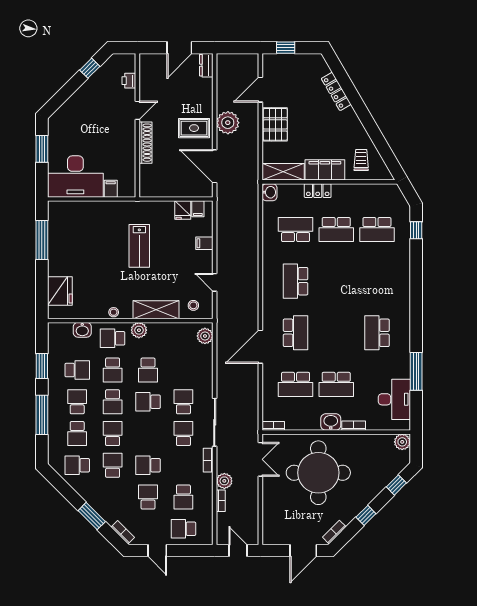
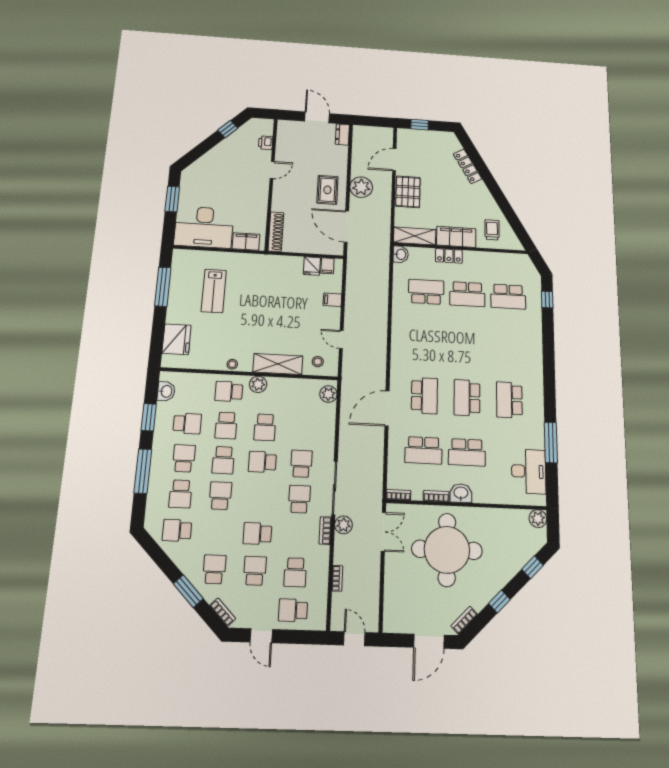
door: (179, 48) -> (317, 117), swing flipped
rug: (194, 128) -> (327, 190), turned 90
shoe rack: (146, 143) -> (276, 232), moved
filing cabinet: (111, 189) -> (246, 241), width x2.00
lab bench: (139, 246) -> (214, 291), moved
school desk: (296, 281) -> (467, 398), moved
washbasin: (82, 330) -> (166, 391), moved, turned -90
bookcase: (354, 426) -> (436, 496), moved
school desk: (113, 465) -> (214, 569), moved
plant: (224, 481) -> (344, 525), moved

